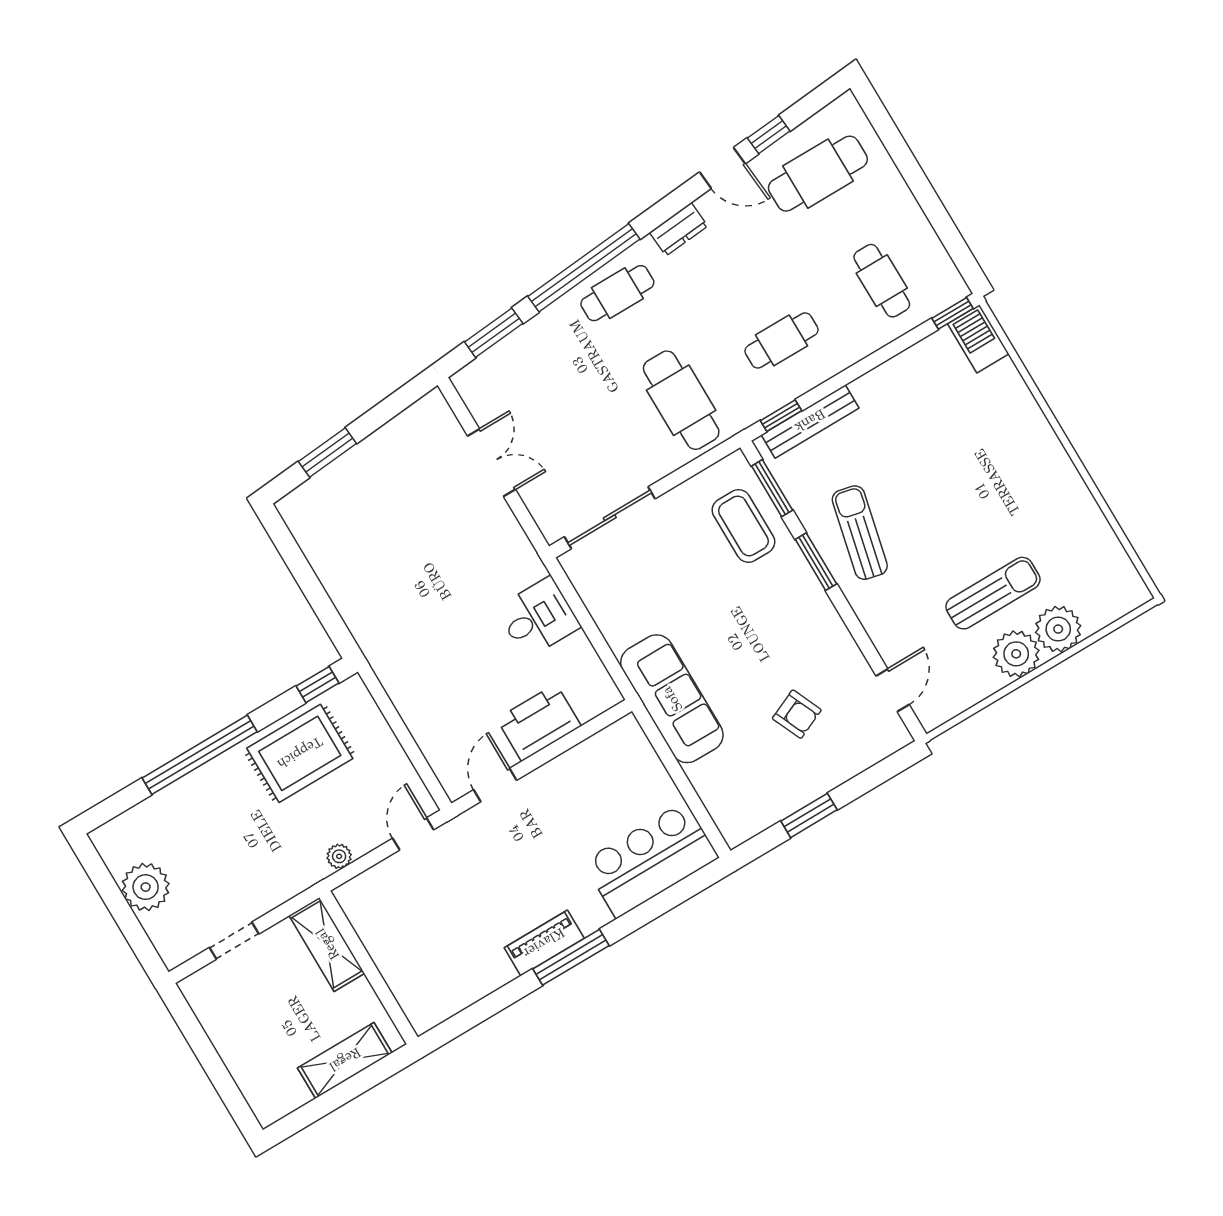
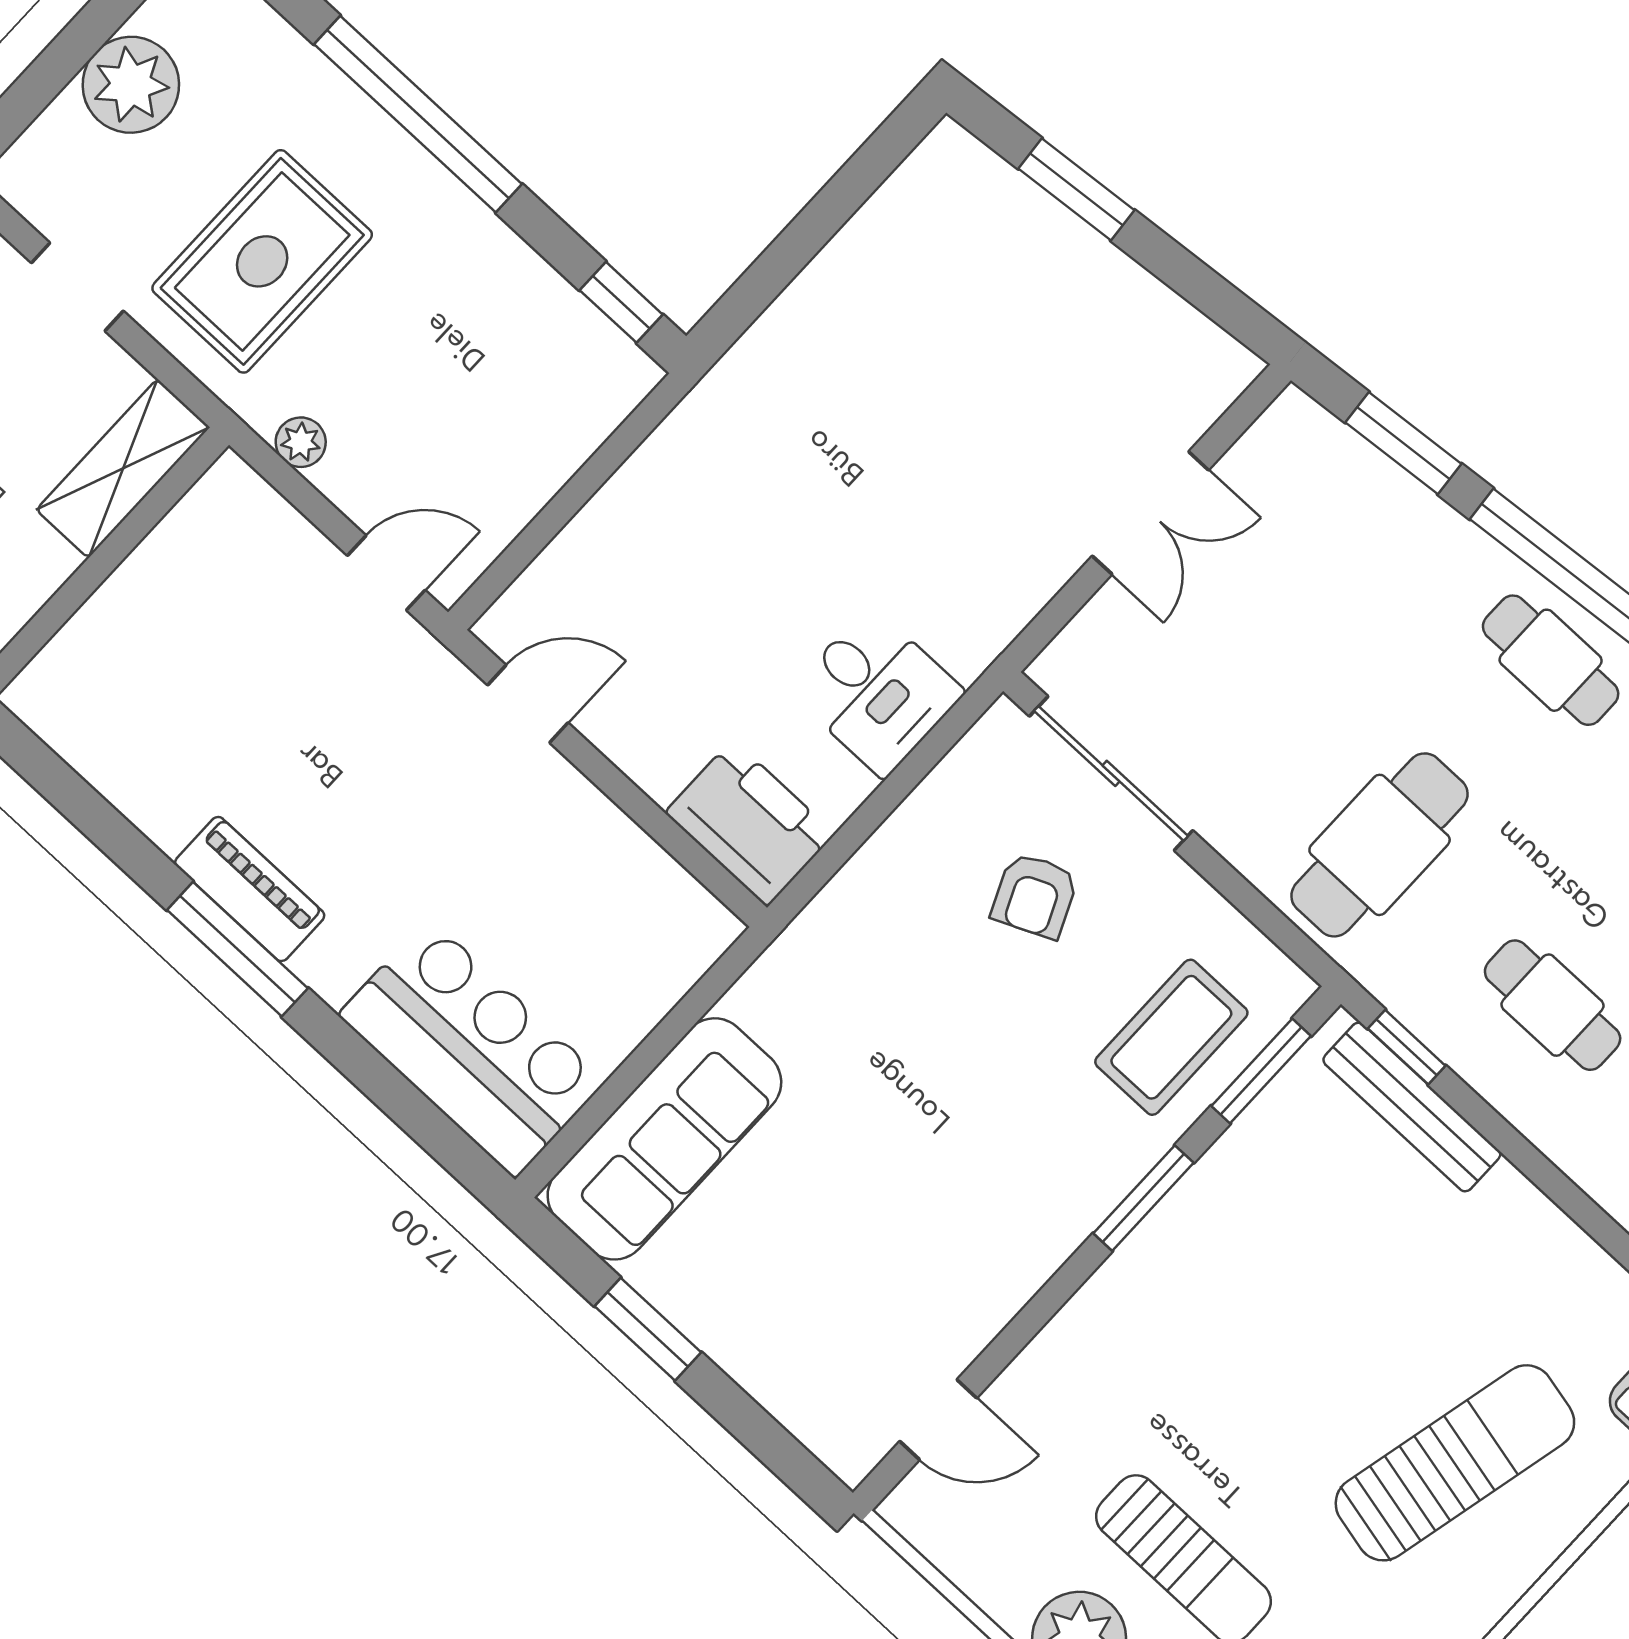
sun lounger: (860, 533) -> (1455, 1463), moved, width x1.36, depth x1.34
sofa: (672, 699) -> (664, 1139), moved
armchair: (797, 714) -> (1035, 895), moved
printer: (539, 723) -> (750, 823), moved
rug: (300, 753) -> (262, 261), moved, turned 90

